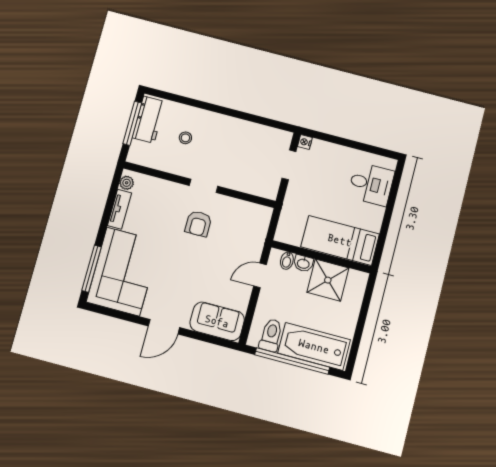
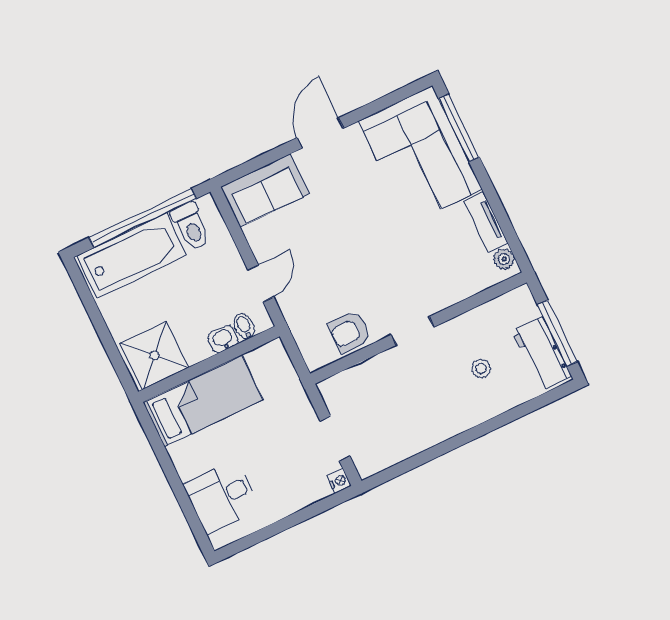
armchair: (198, 224) -> (350, 332), moved, turned -90
shower: (328, 280) -> (154, 355), moved

